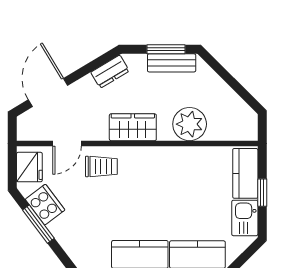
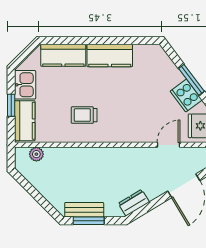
plant: (190, 124) -> (36, 154), moved, width x0.53, depth x0.53
wardrobe: (133, 127) -> (115, 158), removed
trolley: (101, 166) -> (84, 115), moved

